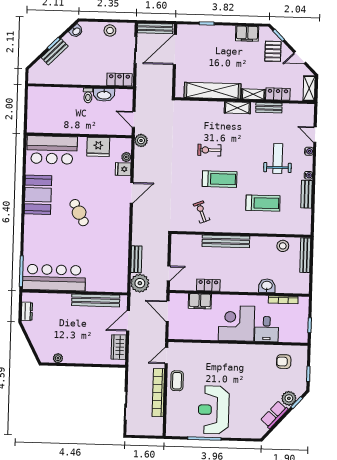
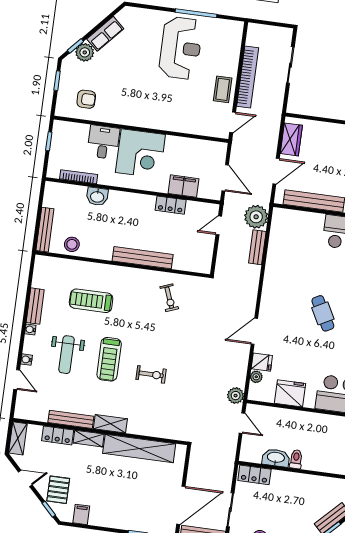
filing cabinet: (247, 34) -> (81, 514), width x0.50
bench: (269, 108) -> (71, 419), width x1.36
treadmill: (220, 179) -> (109, 359), moved, turned -90

